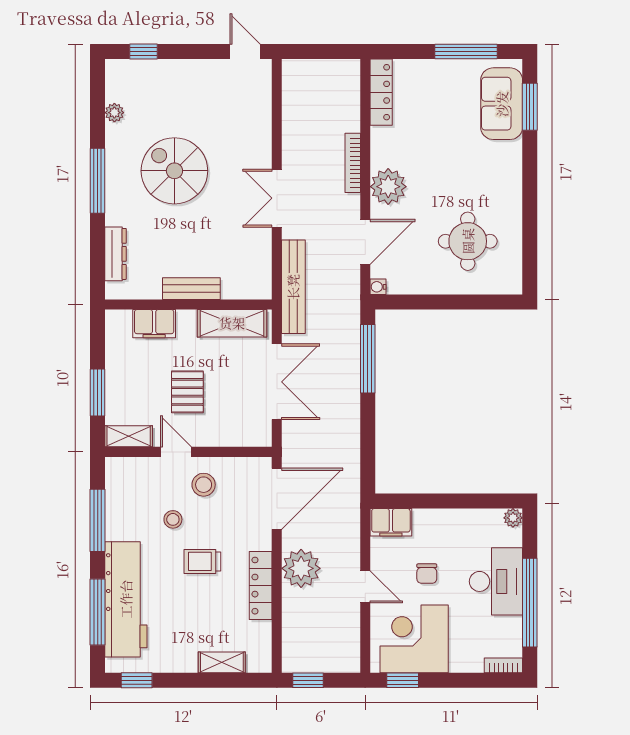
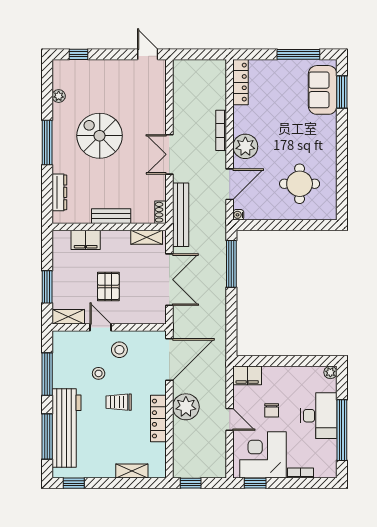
shoe rack: (264, 283) -> (161, 212), added
shelving: (232, 323) -> (147, 237), width x0.67, depth x0.75
bookcase: (503, 665) -> (301, 473), moved

